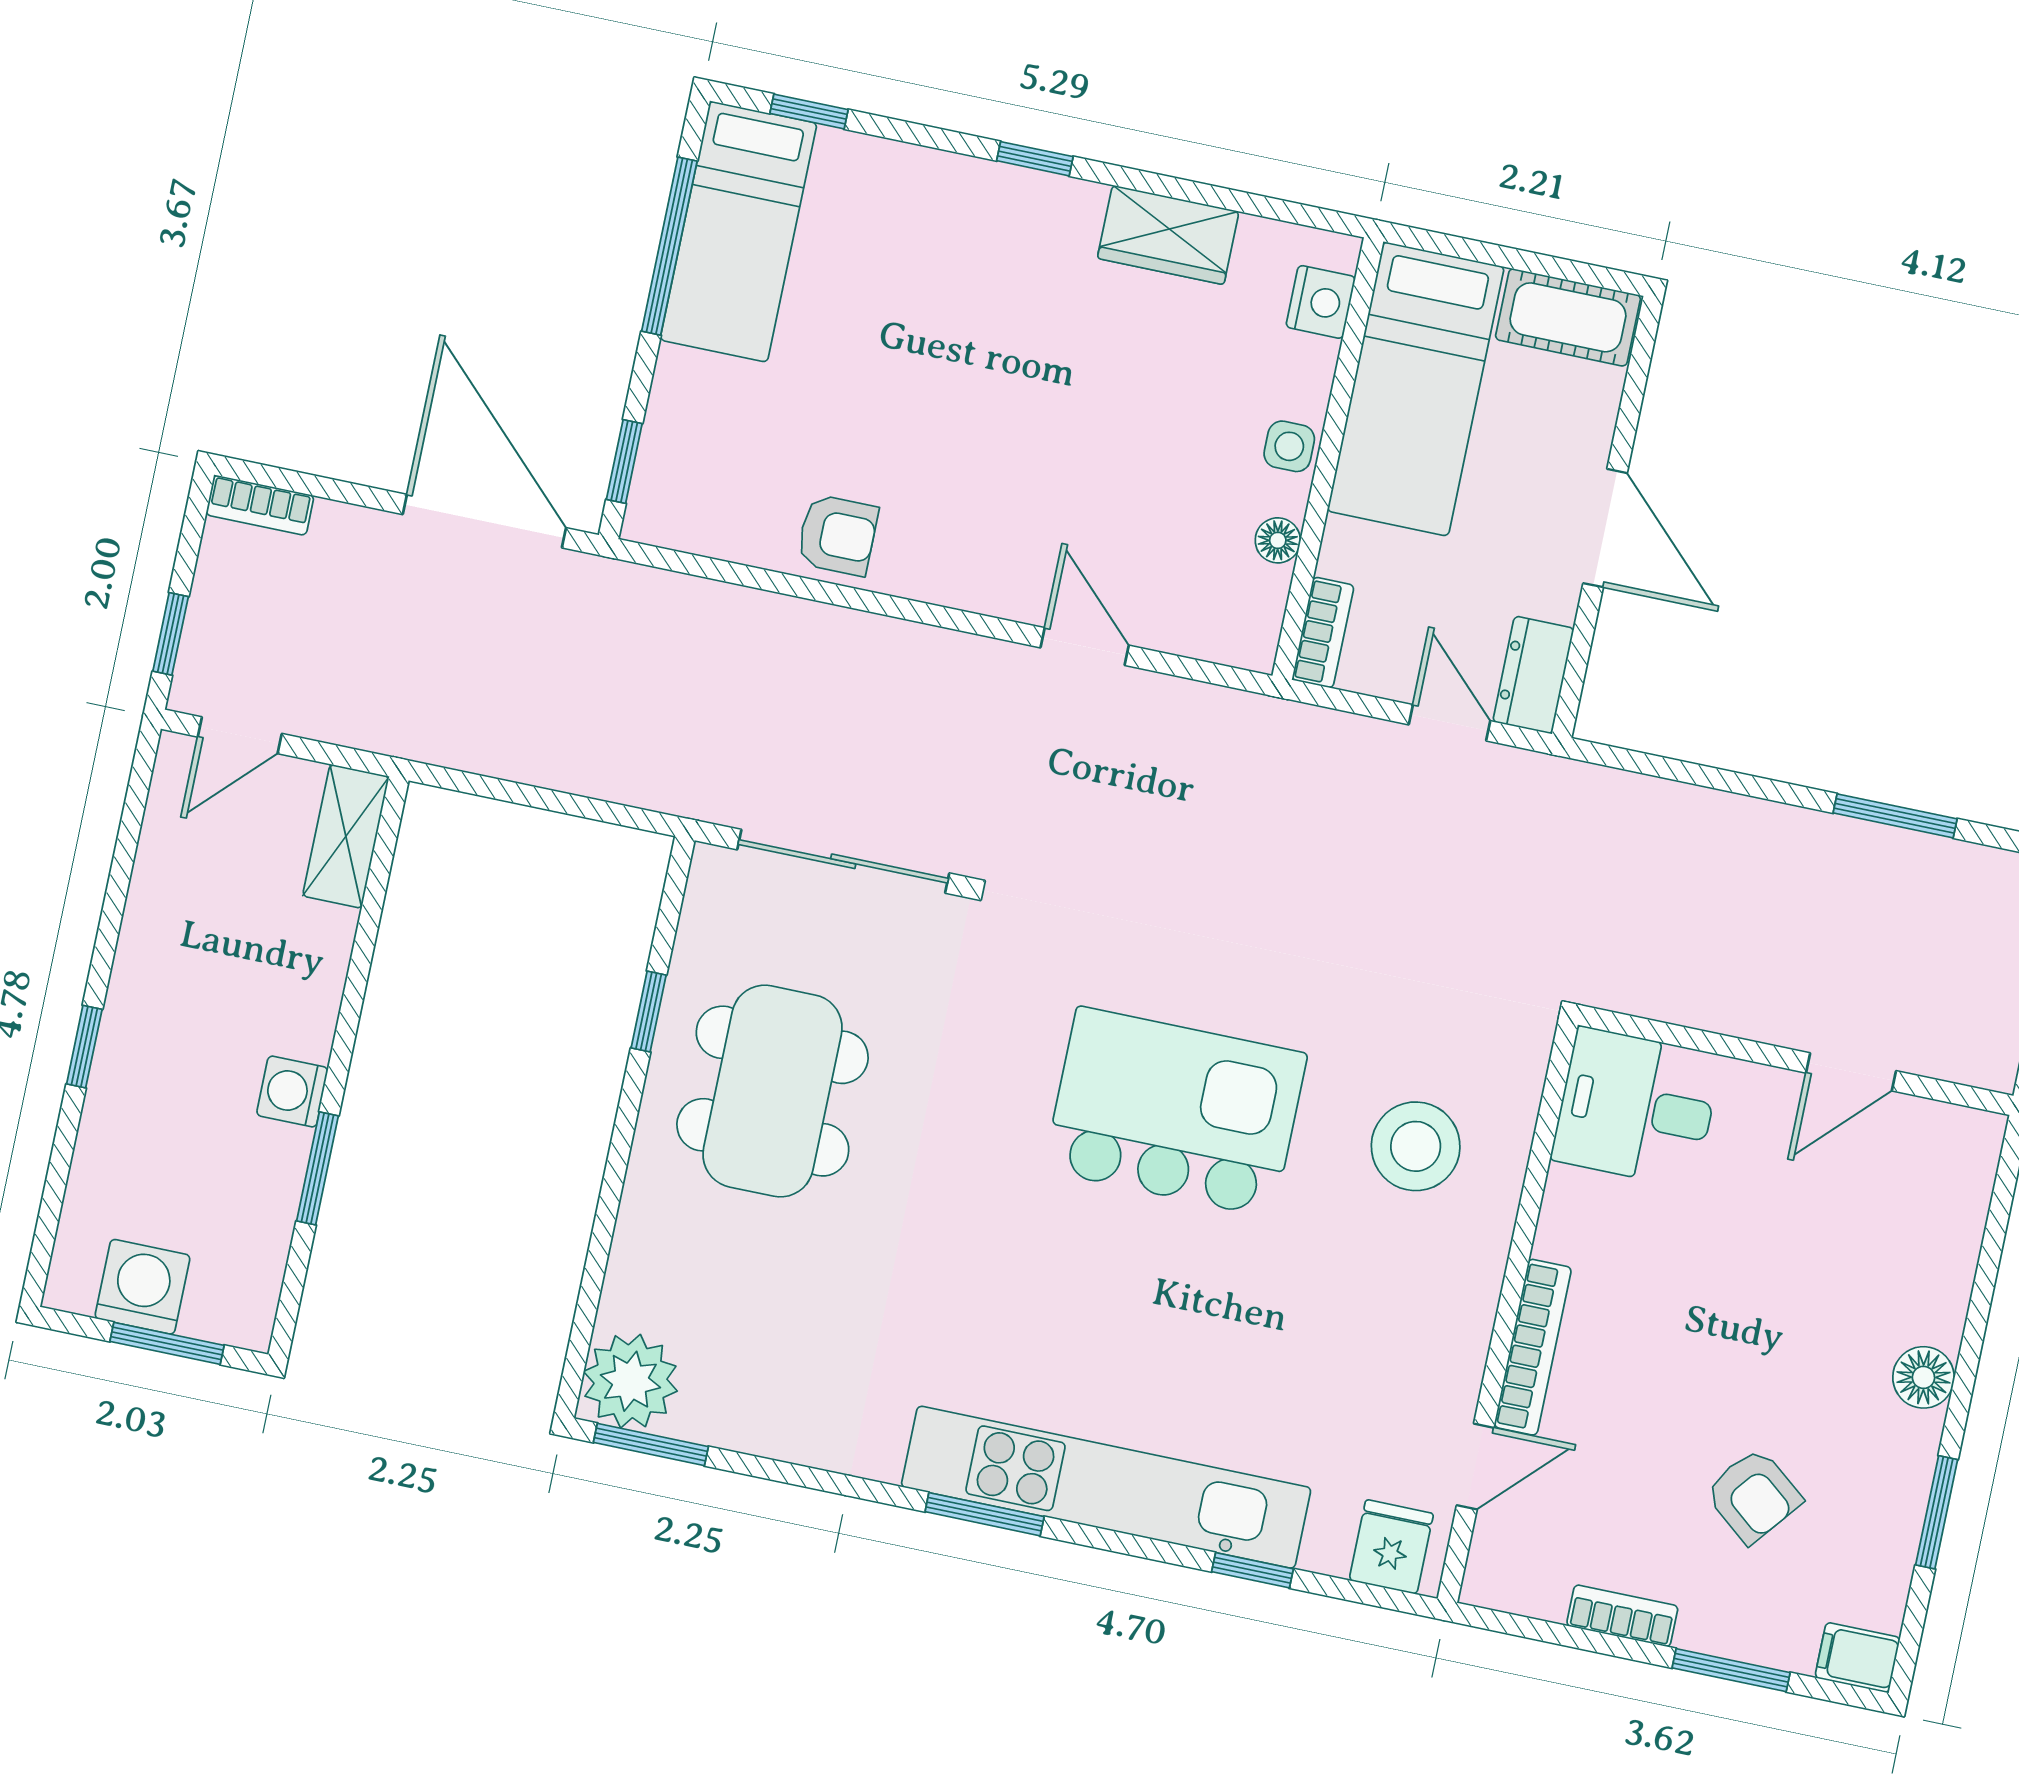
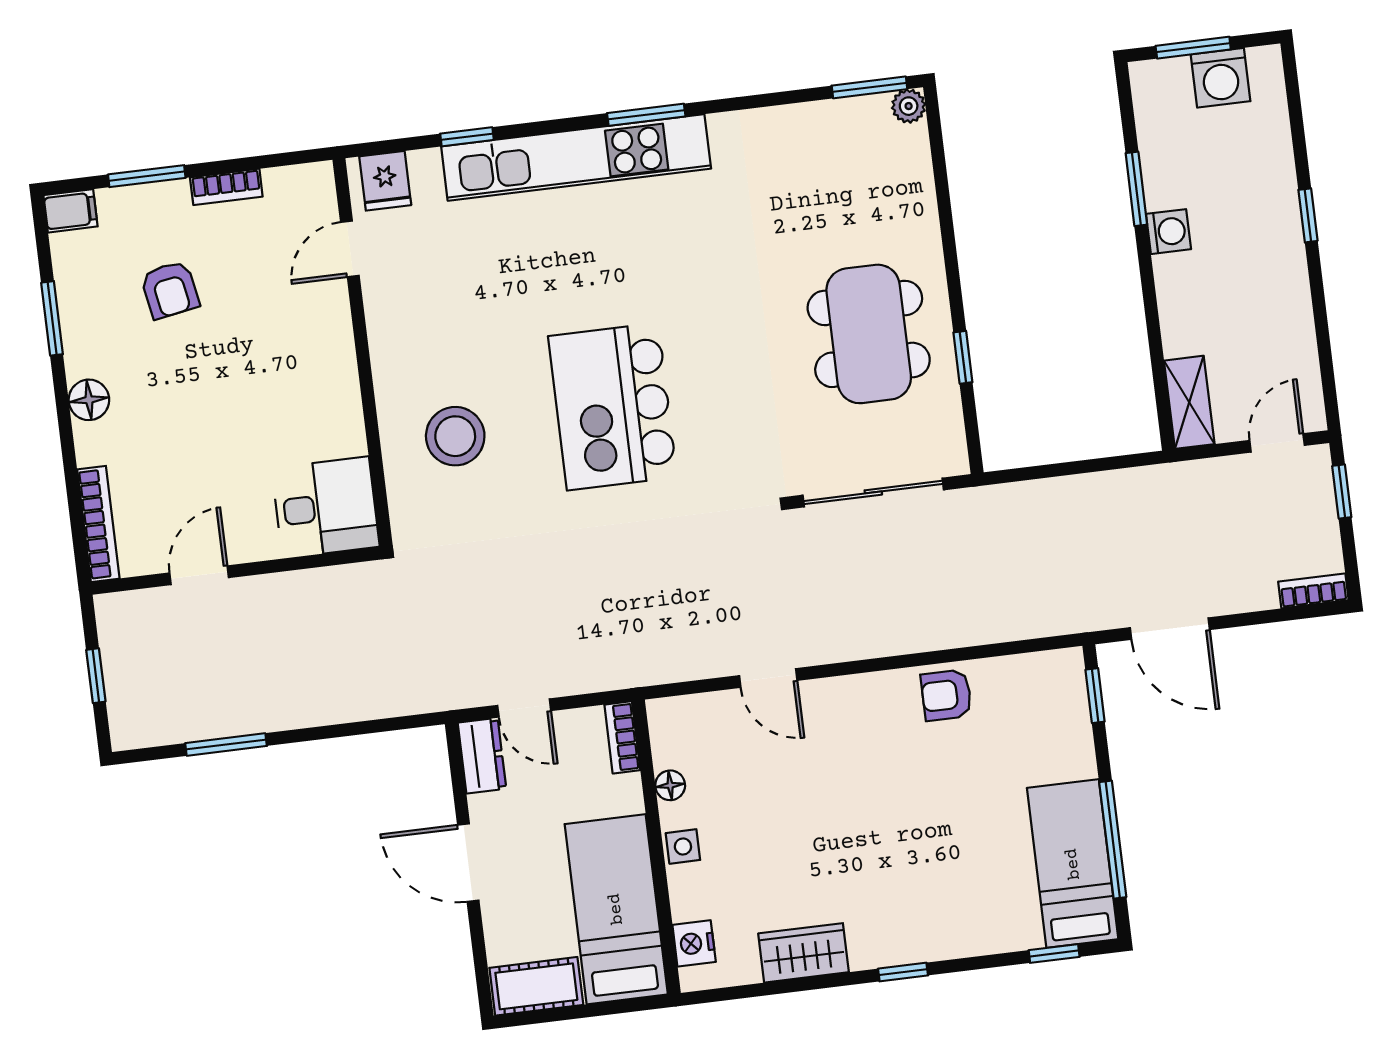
door: (484, 521) -> (1170, 629), width x0.73
kitchen island: (1175, 1112) -> (613, 407), turned 90
bookcase: (1533, 1347) -> (98, 524), moved, turned 180
plant: (630, 1381) -> (909, 106), width x0.53, depth x0.53
armchair: (1753, 1496) -> (170, 290), turned -139

